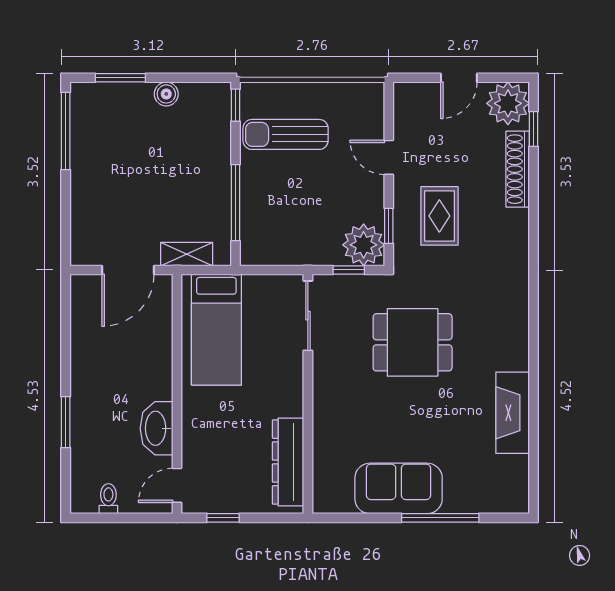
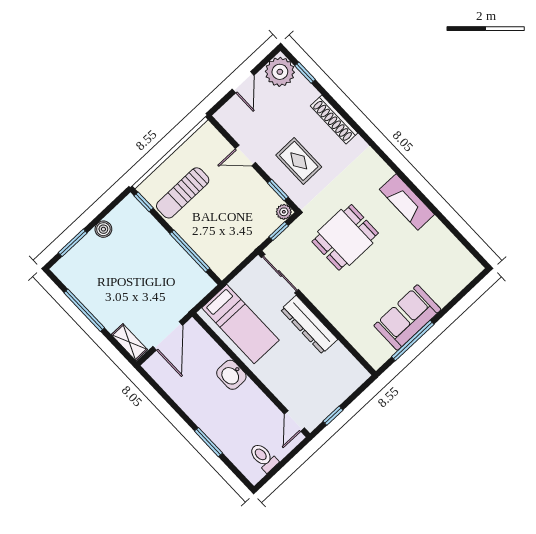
window: (66, 131) -> (84, 310), moved
shoe rack: (518, 169) -> (334, 119), moved
plant: (364, 245) -> (284, 212), width x0.53, depth x0.53
shelving: (187, 254) -> (129, 342), moved, turned 90
fireplace: (513, 413) -> (407, 202), moved
washbasin: (157, 428) -> (231, 375), moved, width x0.72
dresser: (288, 462) -> (309, 325), moved
toilet: (108, 499) -> (263, 457), width x1.37, depth x1.39
window: (440, 518) -> (413, 340), moved

